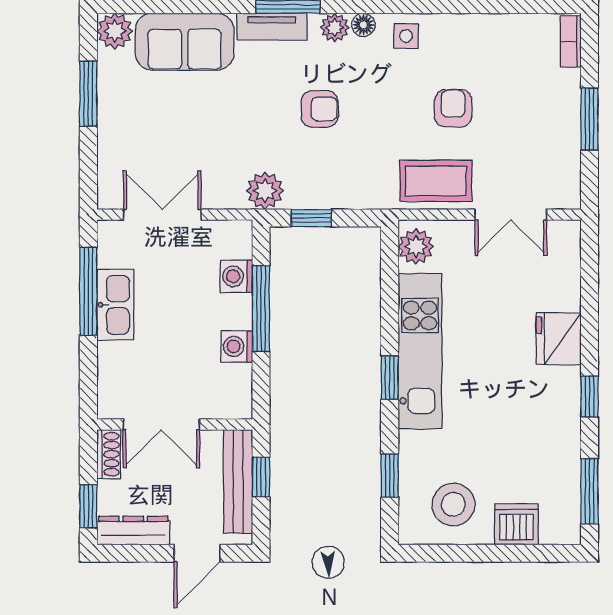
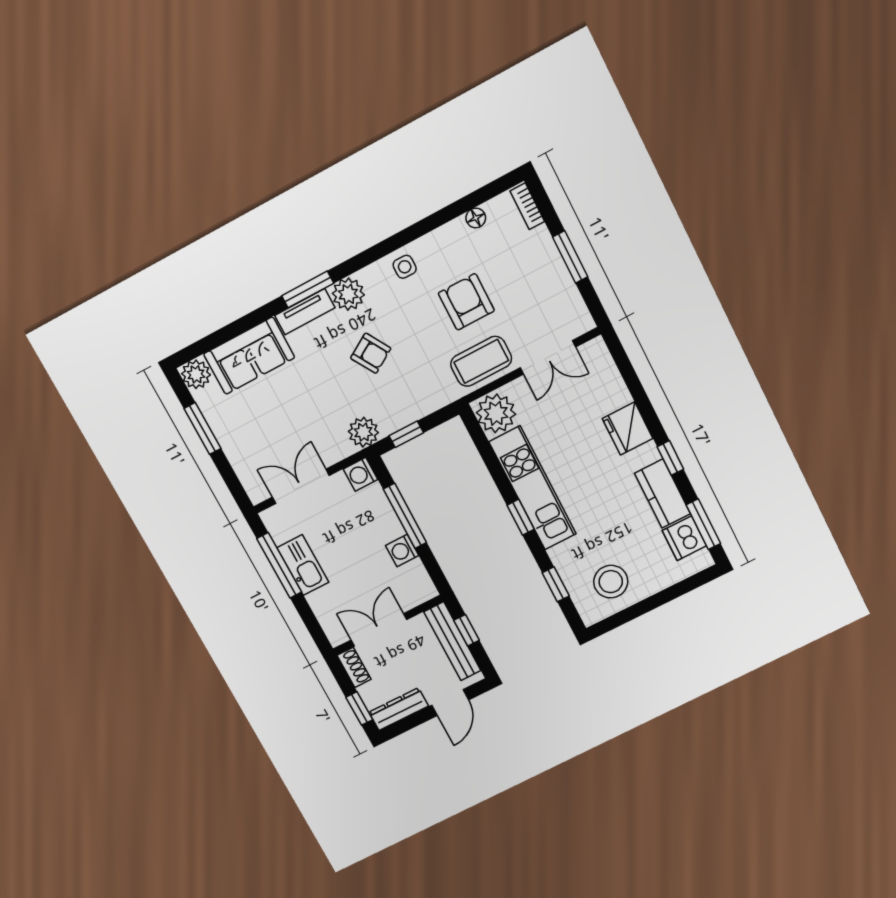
floor lamp: (363, 25) -> (476, 218), moved
plant: (335, 27) -> (348, 294), width x1.38, depth x1.38
armchair: (453, 108) -> (466, 302), width x1.38, depth x1.38
armchair: (320, 109) -> (371, 353), turned 59
plant: (416, 247) -> (496, 413), width x1.36, depth x1.36
washing machine: (236, 276) -> (360, 474), moved
double door: (161, 425) -> (379, 630), swing flipped
kitchen counter: (561, 433) -> (663, 494), added
dishwasher: (516, 524) -> (684, 538), moved, turned -90

